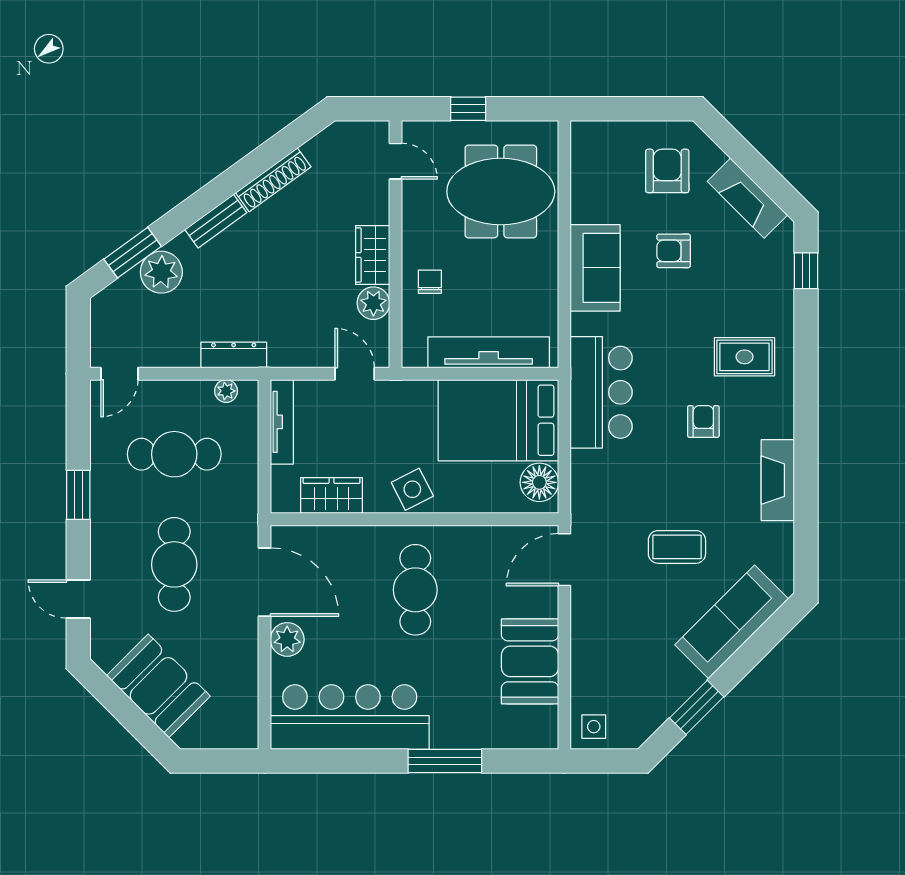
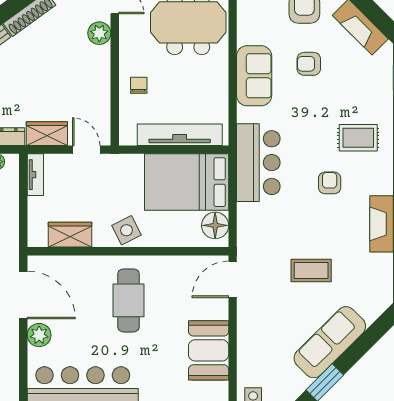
wardrobe: (373, 255) -> (47, 134), moved, turned 90
plant: (373, 303) -> (99, 33), moved
tv unit: (282, 422) -> (35, 175), width x0.71
sofa: (732, 622) -> (330, 342), moved

